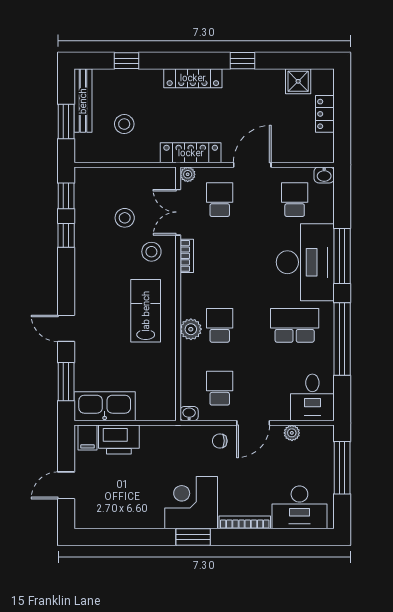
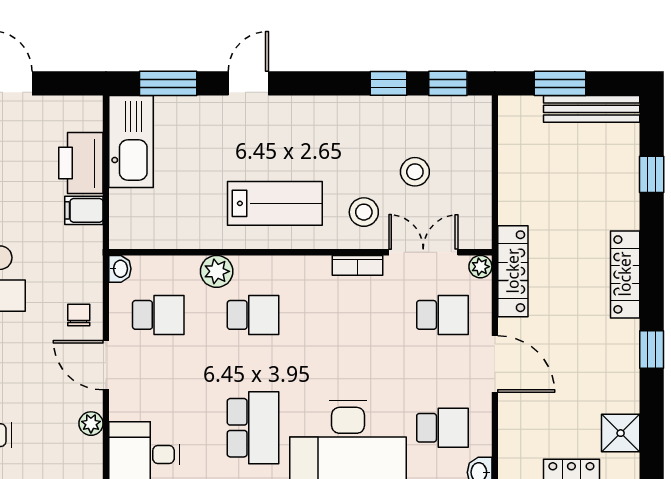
stool: (124, 124) -> (556, 171), removed
plant: (191, 329) -> (217, 271), moved
filing cabinet: (88, 438) -> (84, 210), moved

